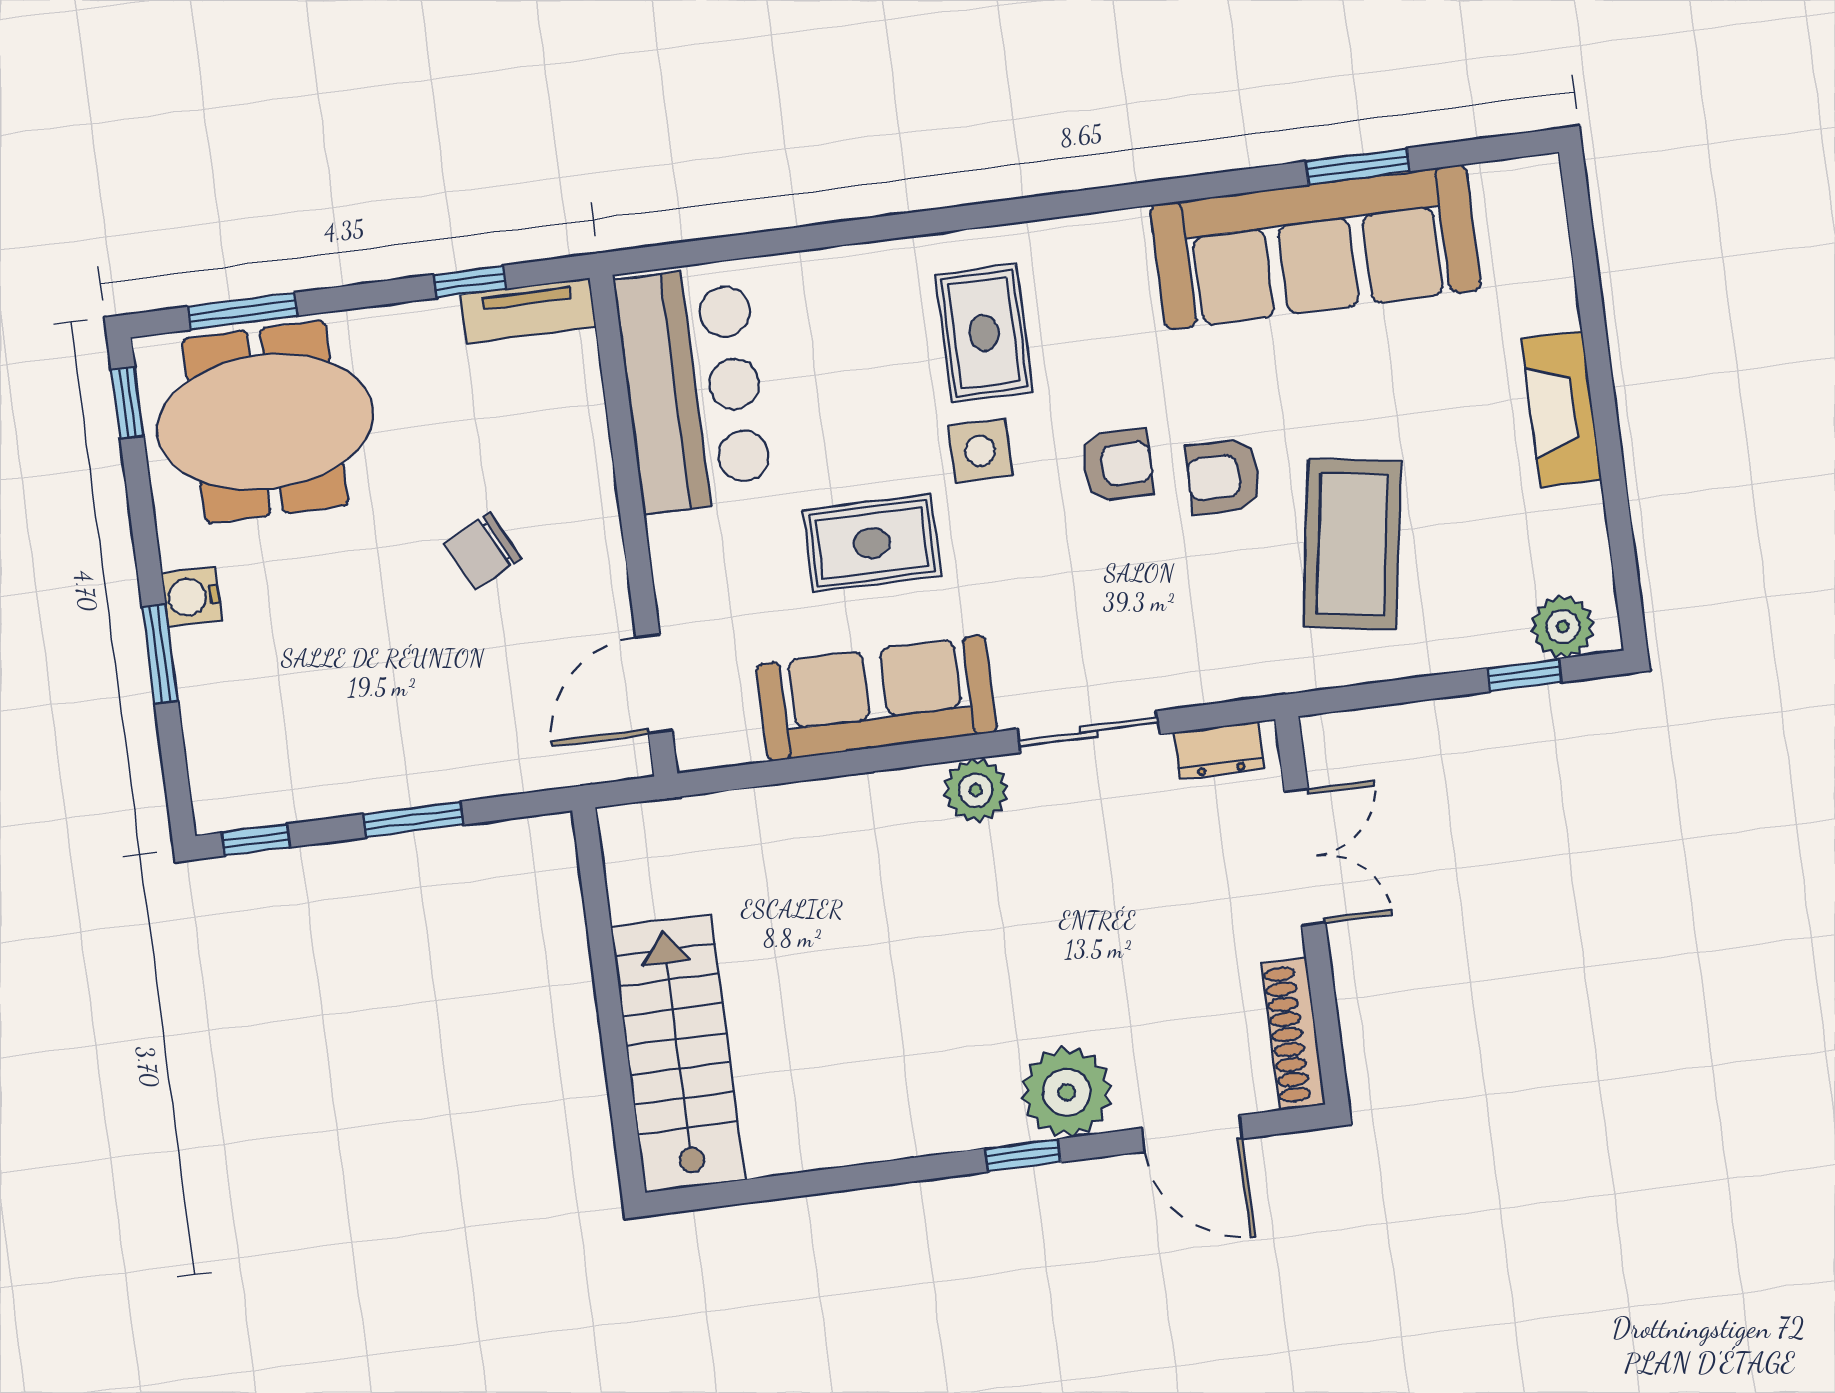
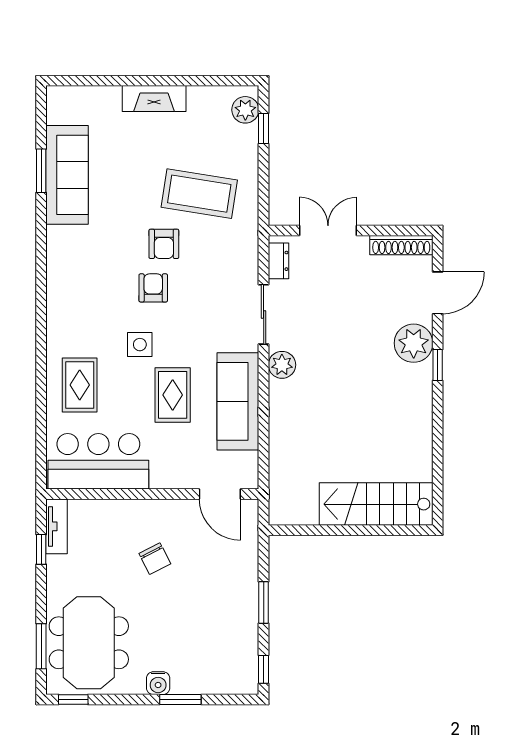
sofa: (1316, 247) -> (67, 175), width x0.74, depth x0.79
rug: (984, 333) -> (80, 385), moved, turned 90

